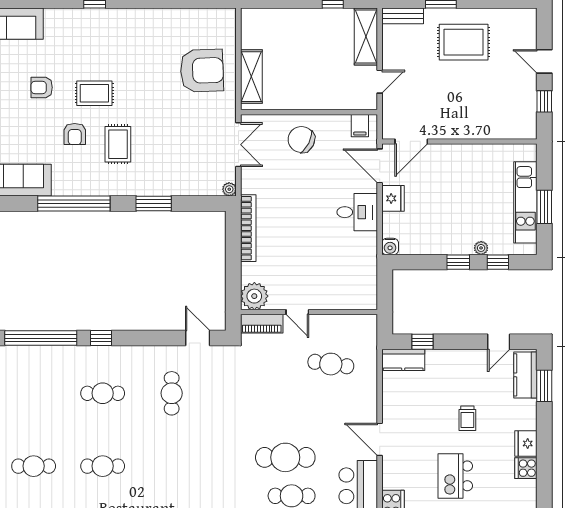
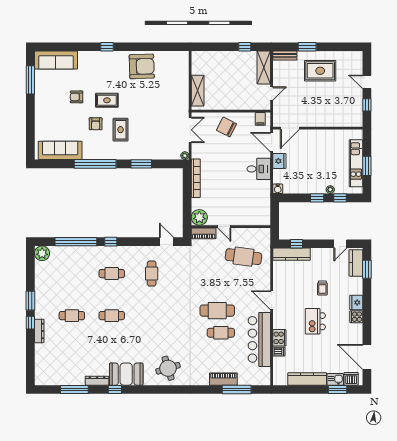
armchair: (202, 71) -> (142, 66), moved
kitchen counter: (403, 360) -> (292, 254), width x1.50
cafe table: (331, 364) -> (244, 257), width x1.37, depth x1.35

